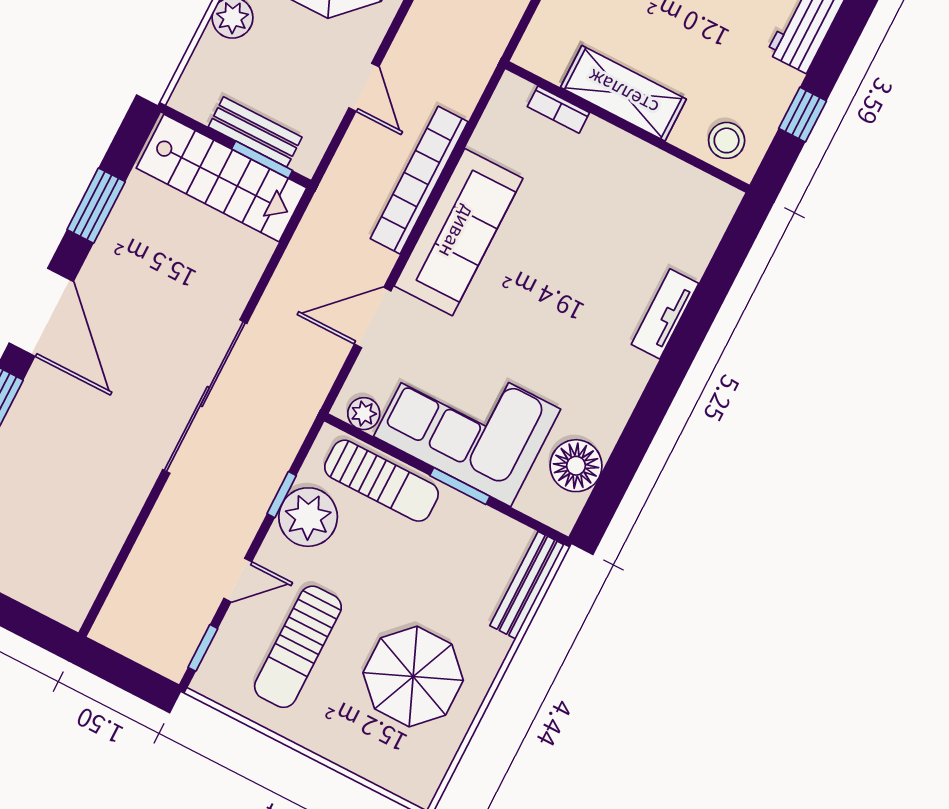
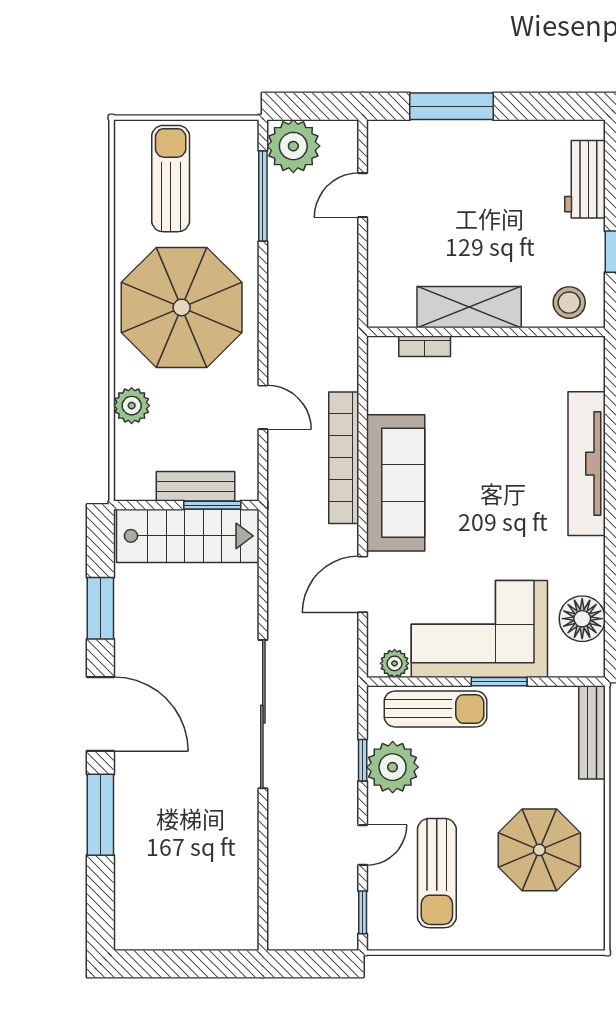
tv unit: (665, 314) -> (587, 464), width x1.92, depth x1.29

